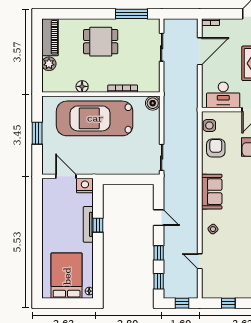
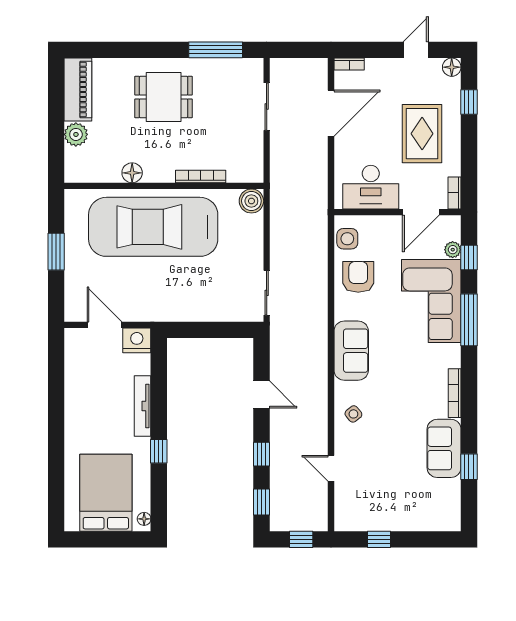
window: (98, 225) -> (159, 451), moved

